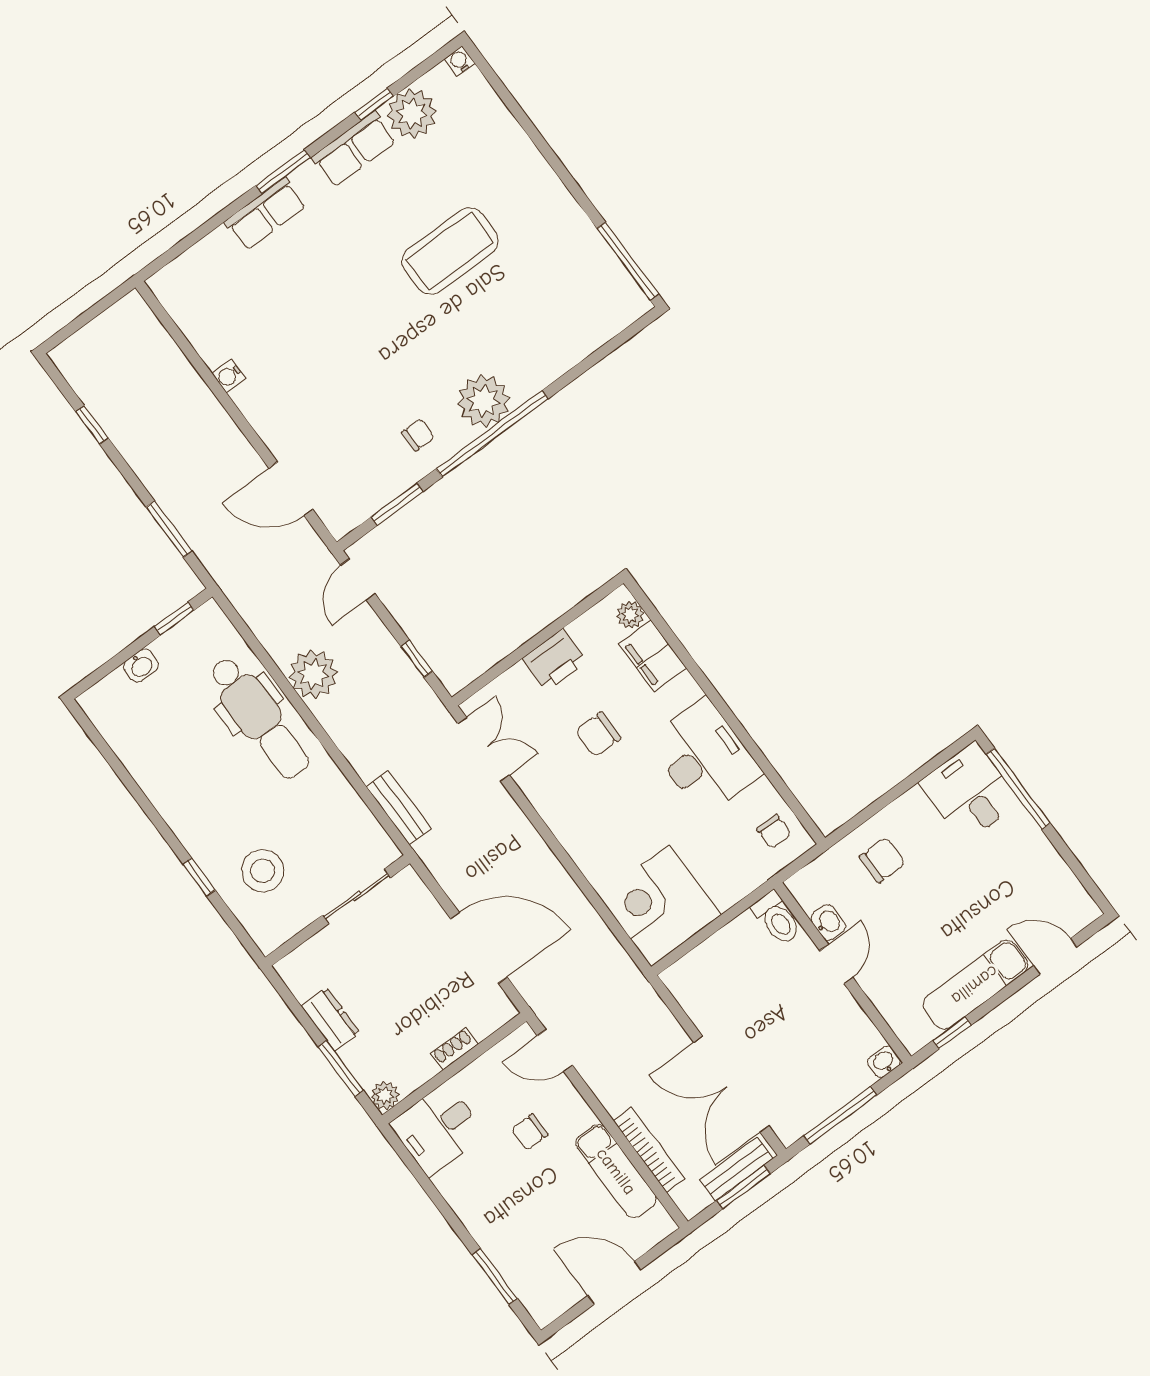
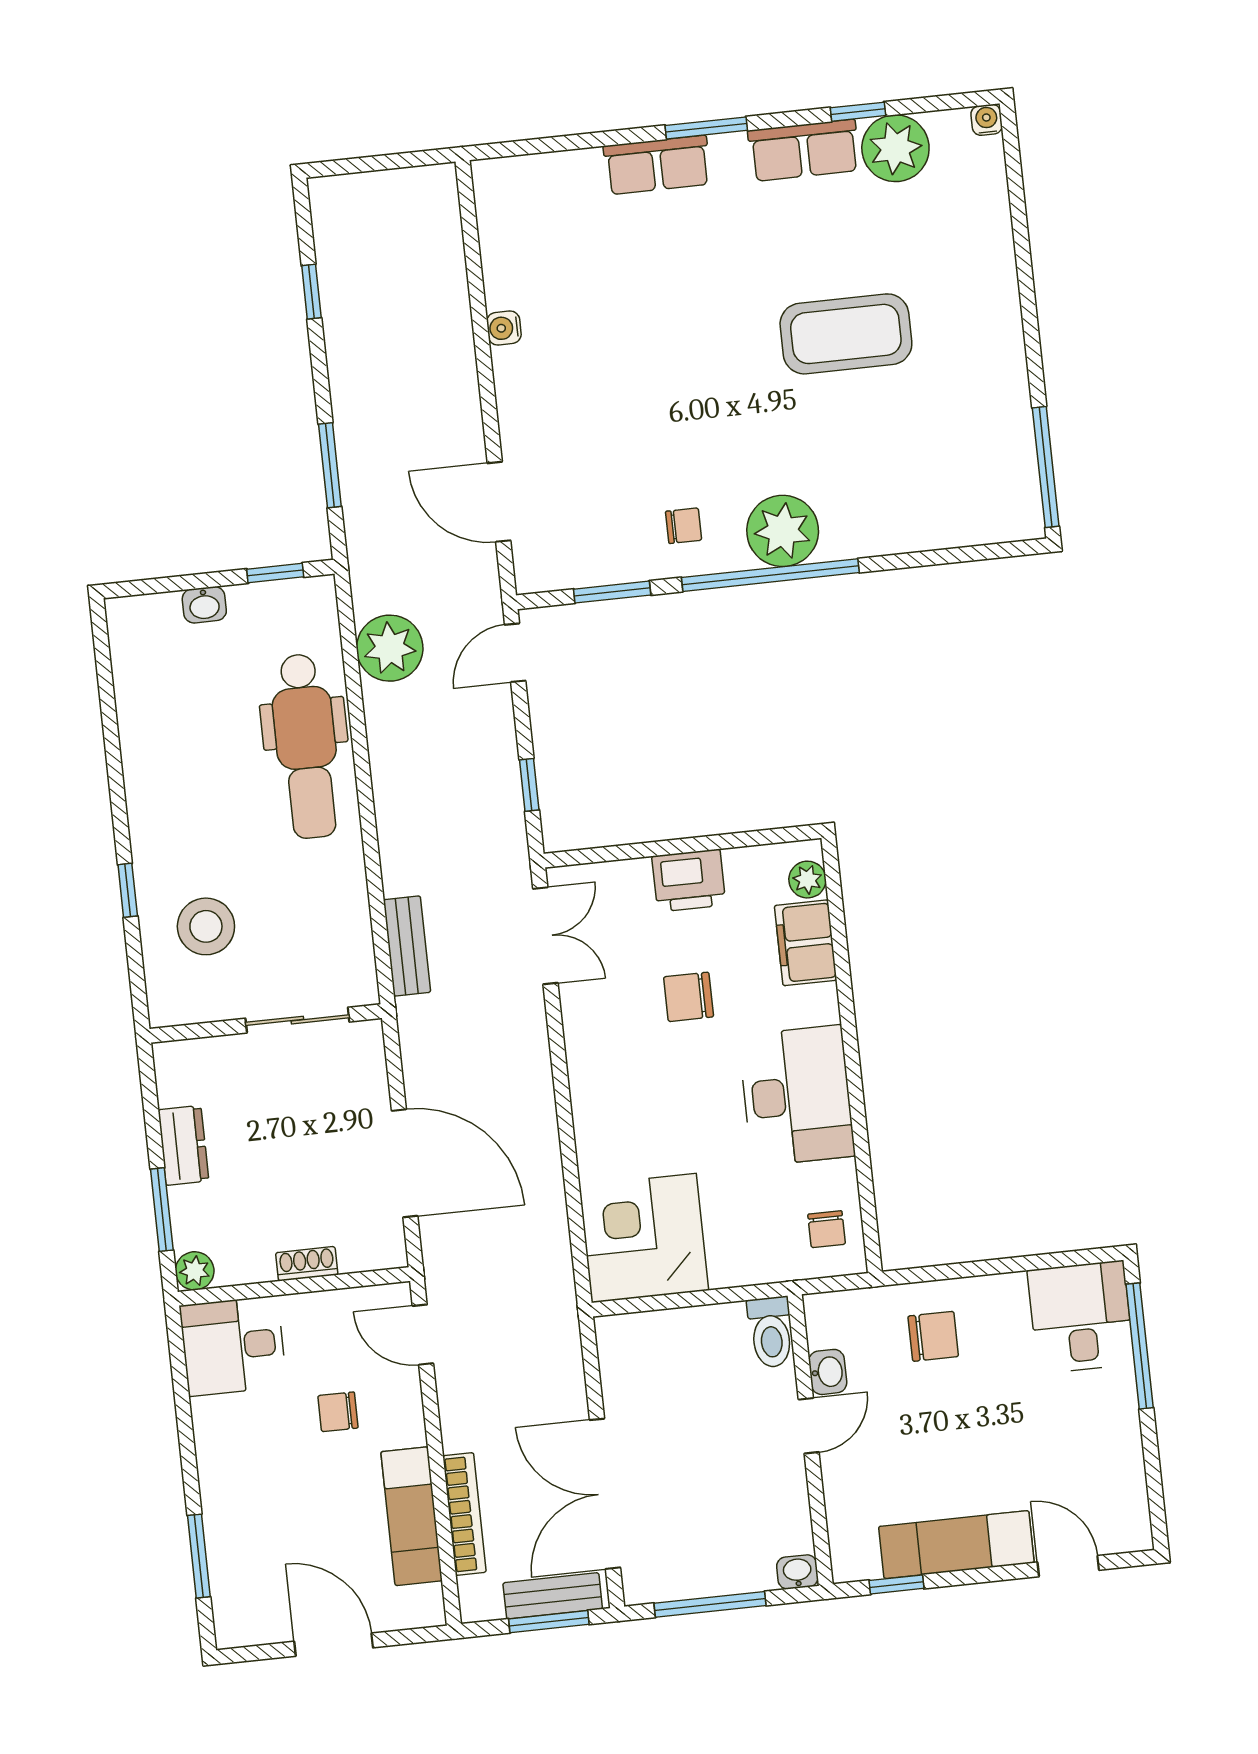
plant: (313, 674) -> (390, 648), moved

